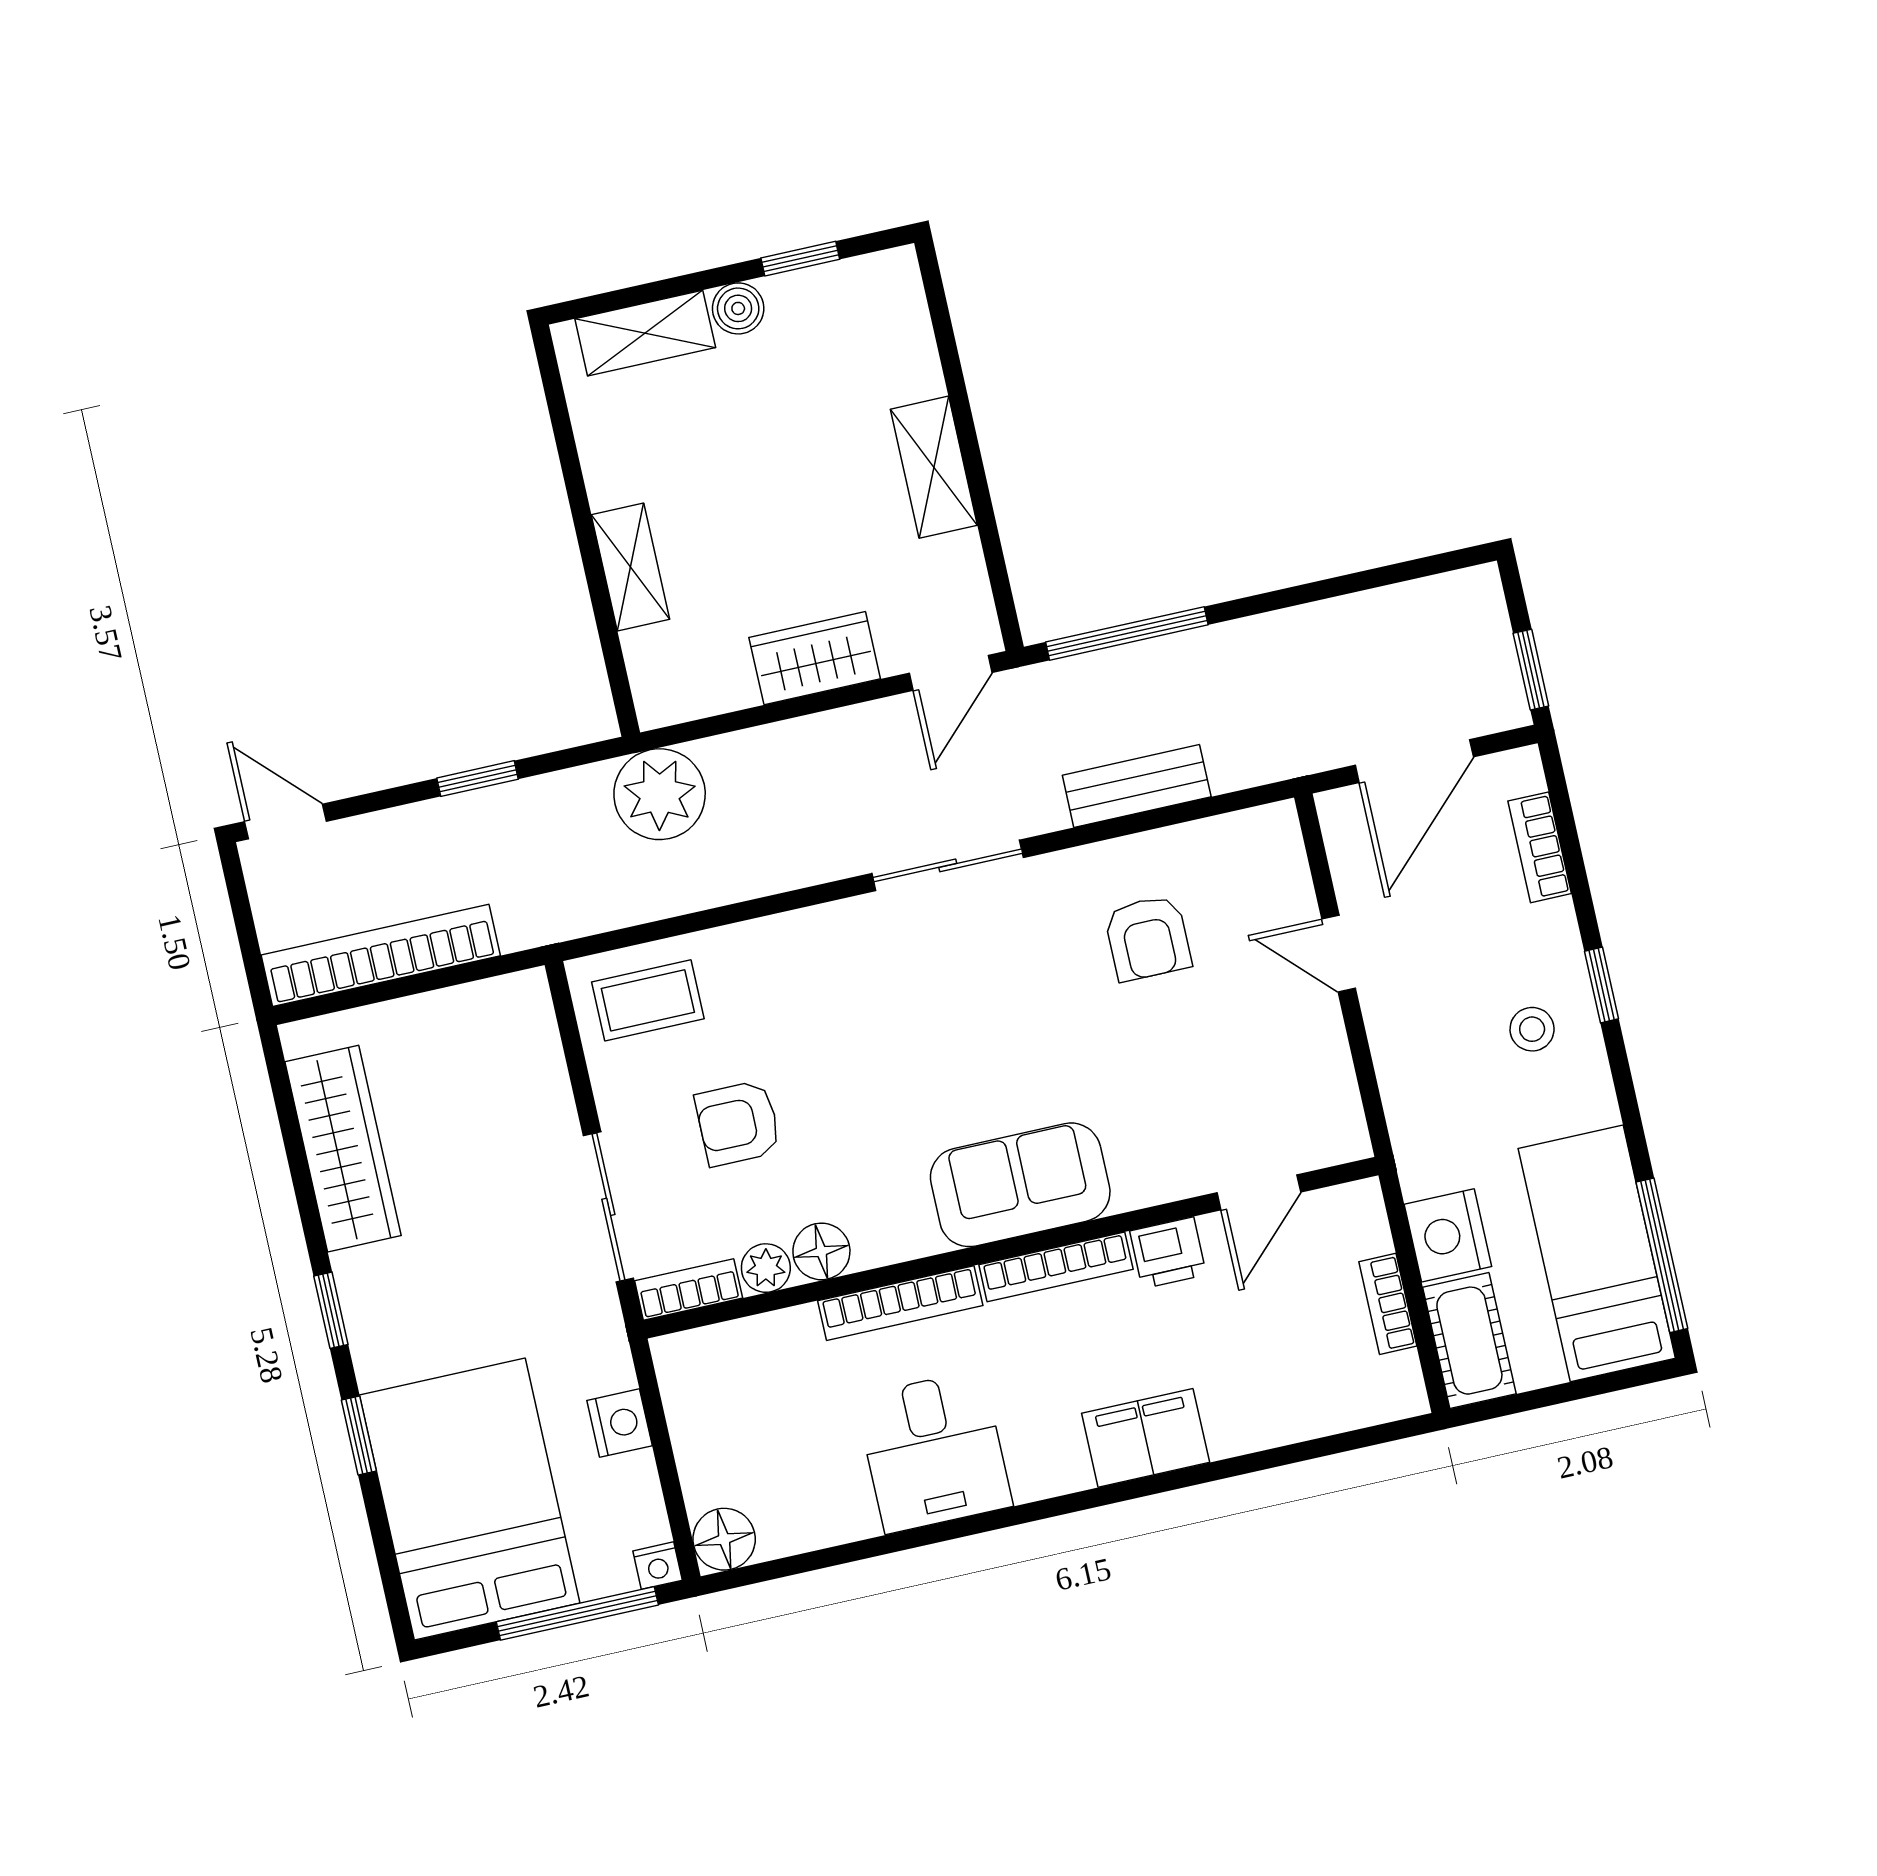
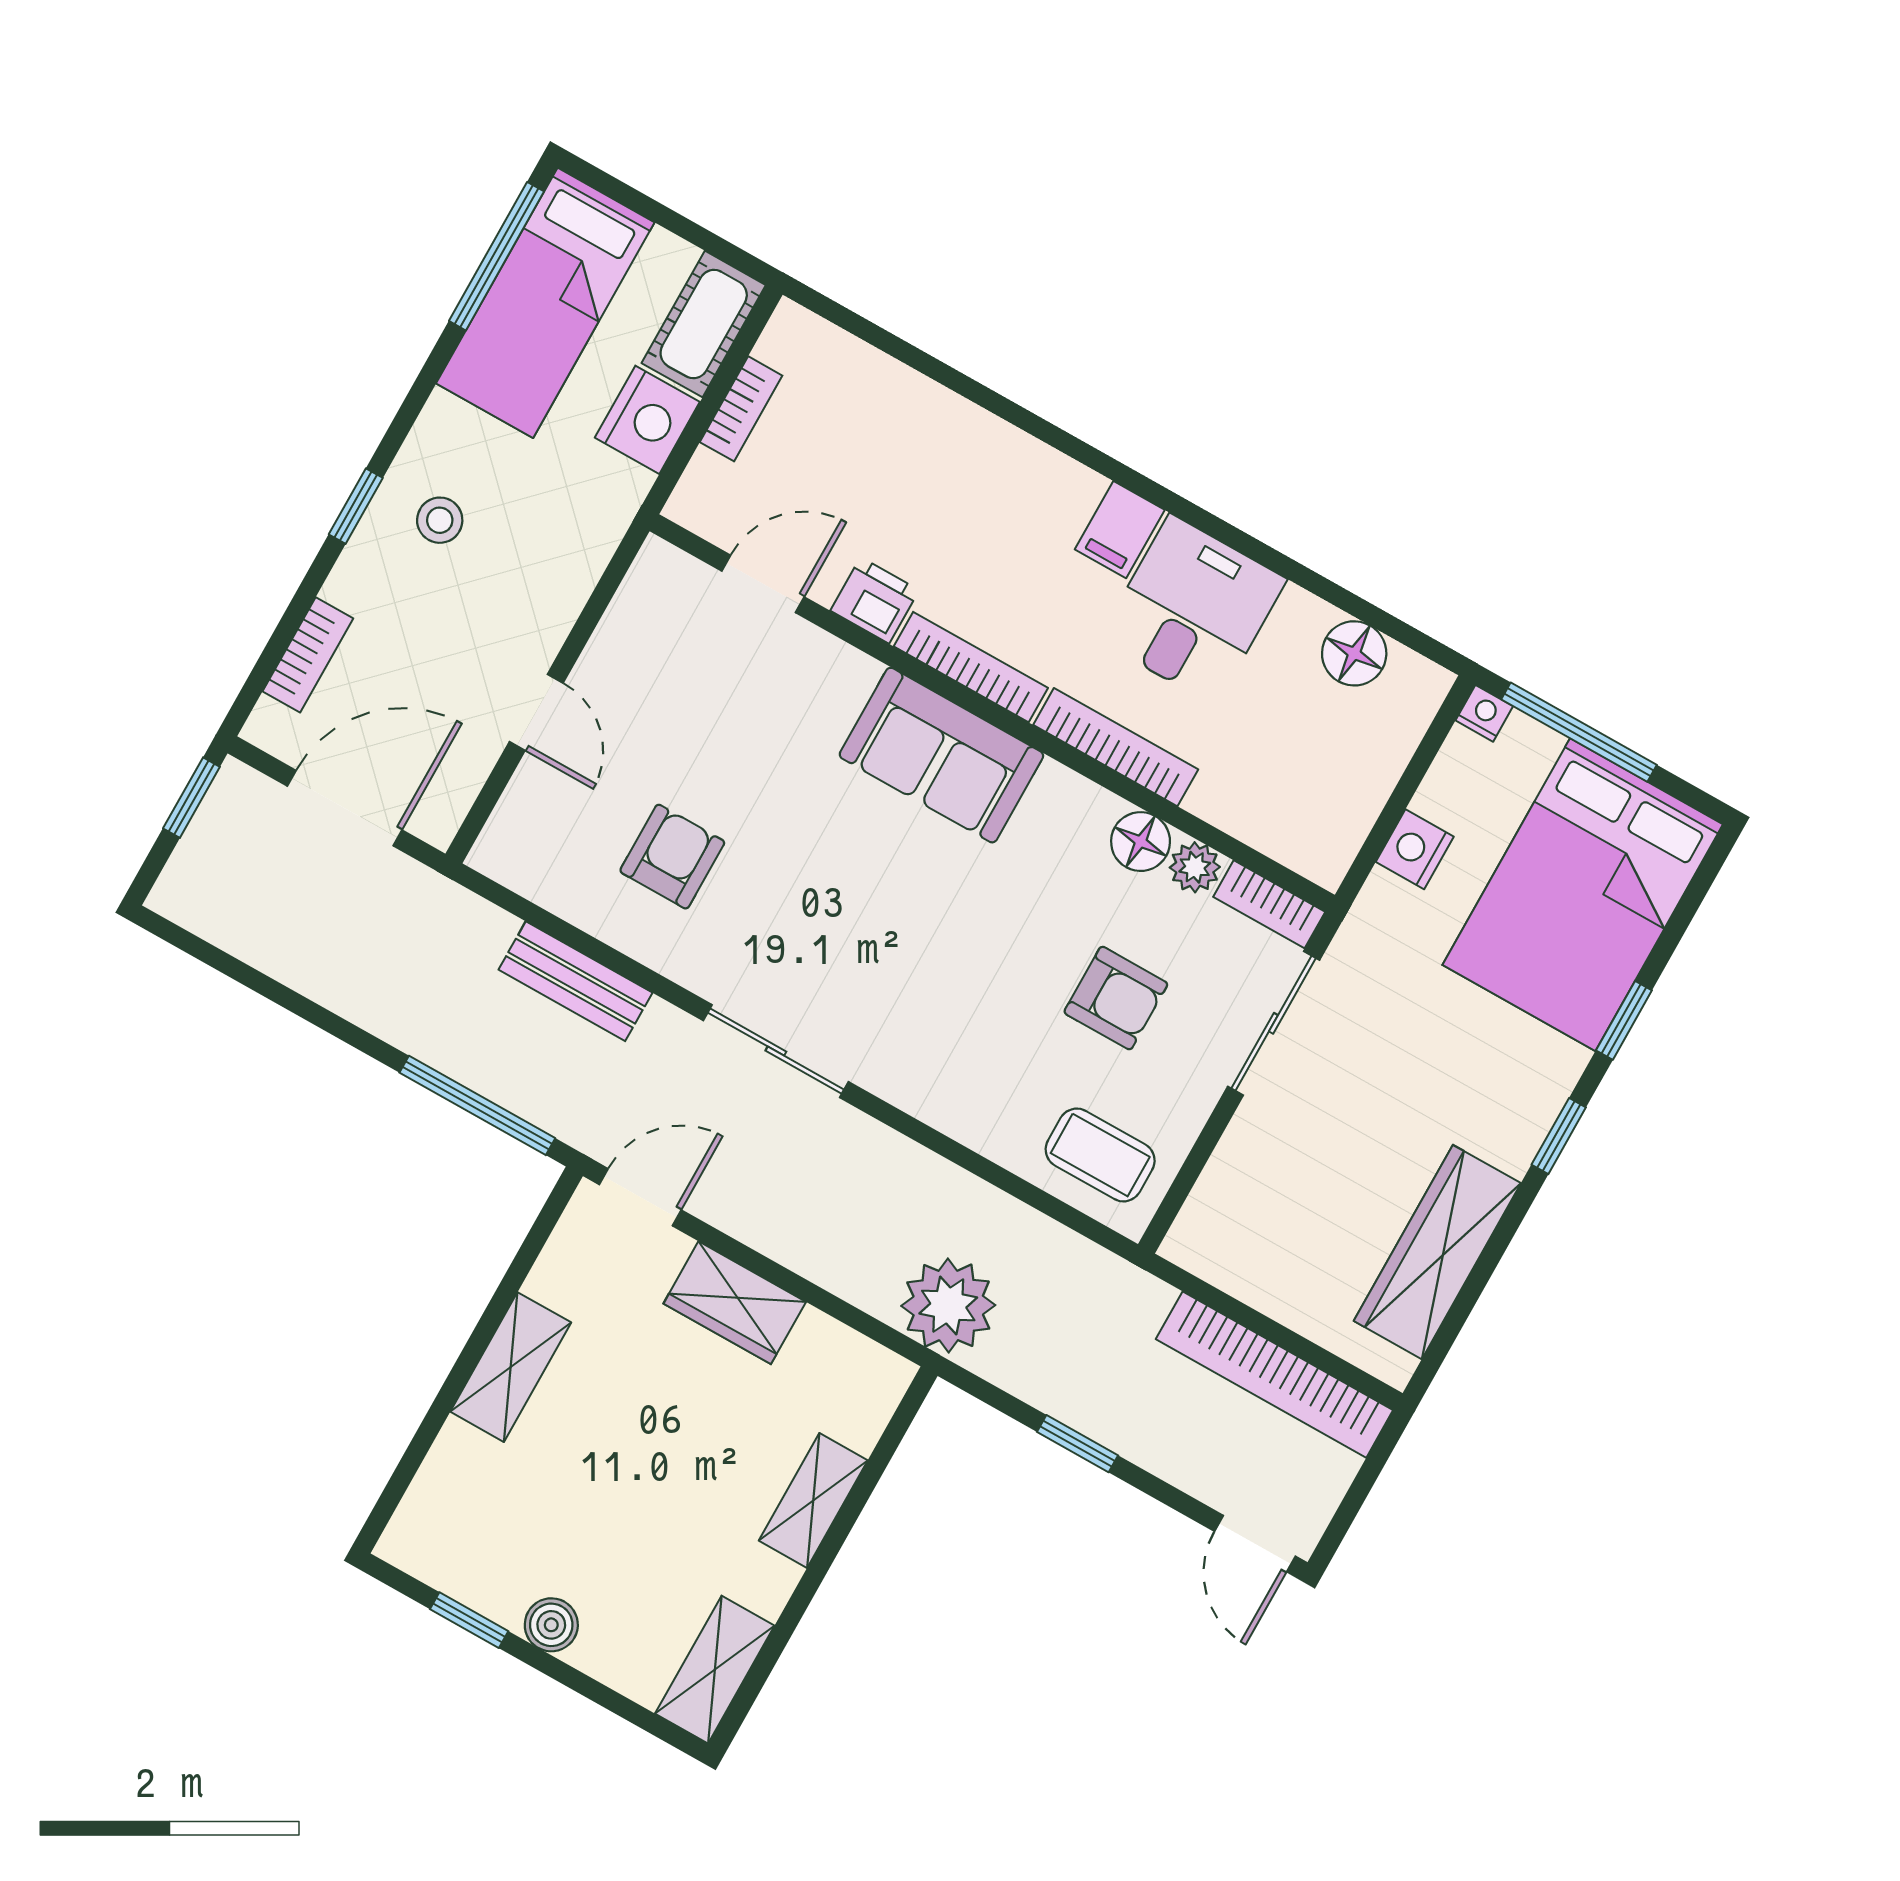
shelving: (645, 333) -> (715, 1670), moved, turned 90
filing cabinet: (1146, 1438) -> (1120, 530), moved, width x0.50
floor lamp: (724, 1539) -> (1354, 653), moved

